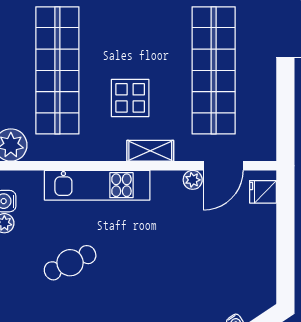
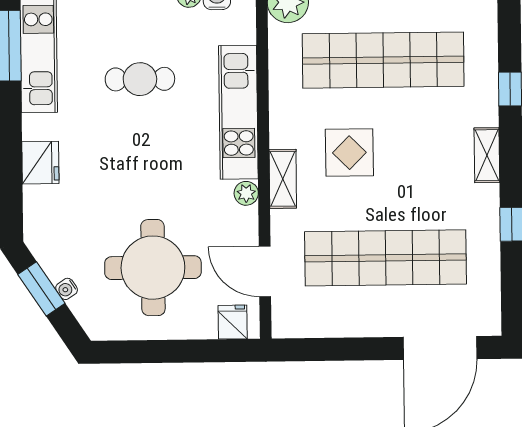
plant: (193, 180) -> (246, 193), moved
round table: (219, 254) -> (153, 268), added
cafe table: (70, 263) -> (140, 79), turned -65

